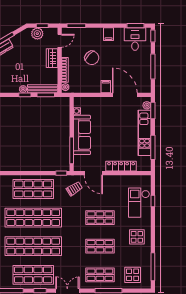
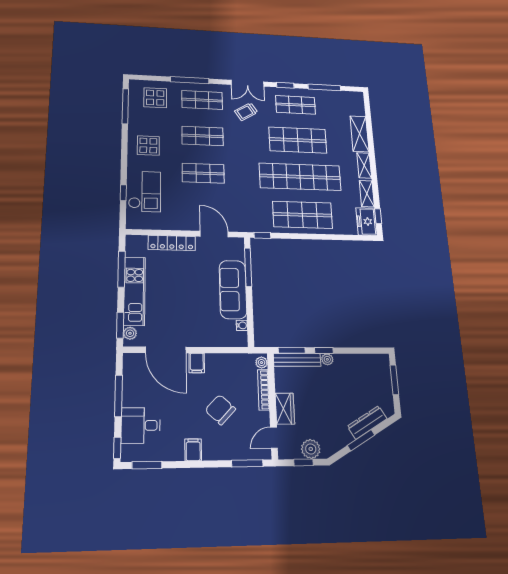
desk: (135, 39) -> (141, 425), moved, turned 90
trolley: (74, 189) -> (246, 112), moved
shop shelf: (33, 246) -> (298, 140), width x0.71
shop shelf: (33, 275) -> (296, 105), width x0.70, depth x0.74

